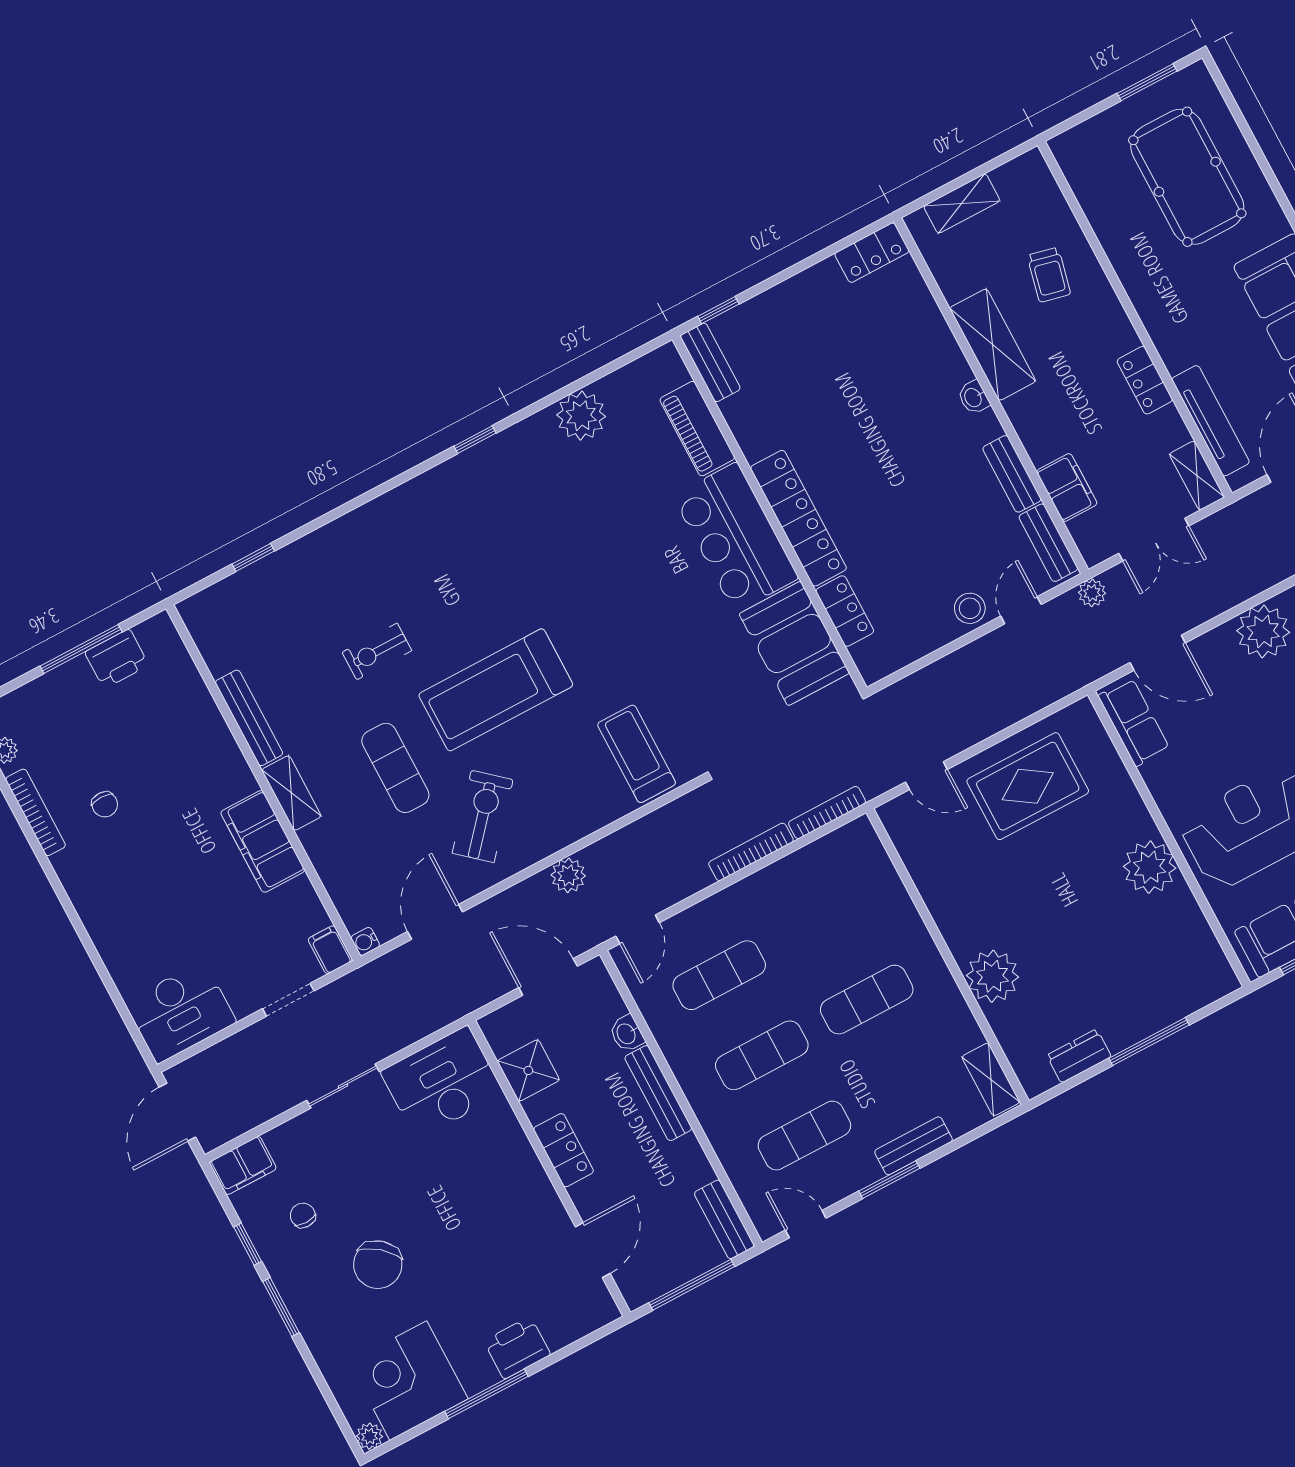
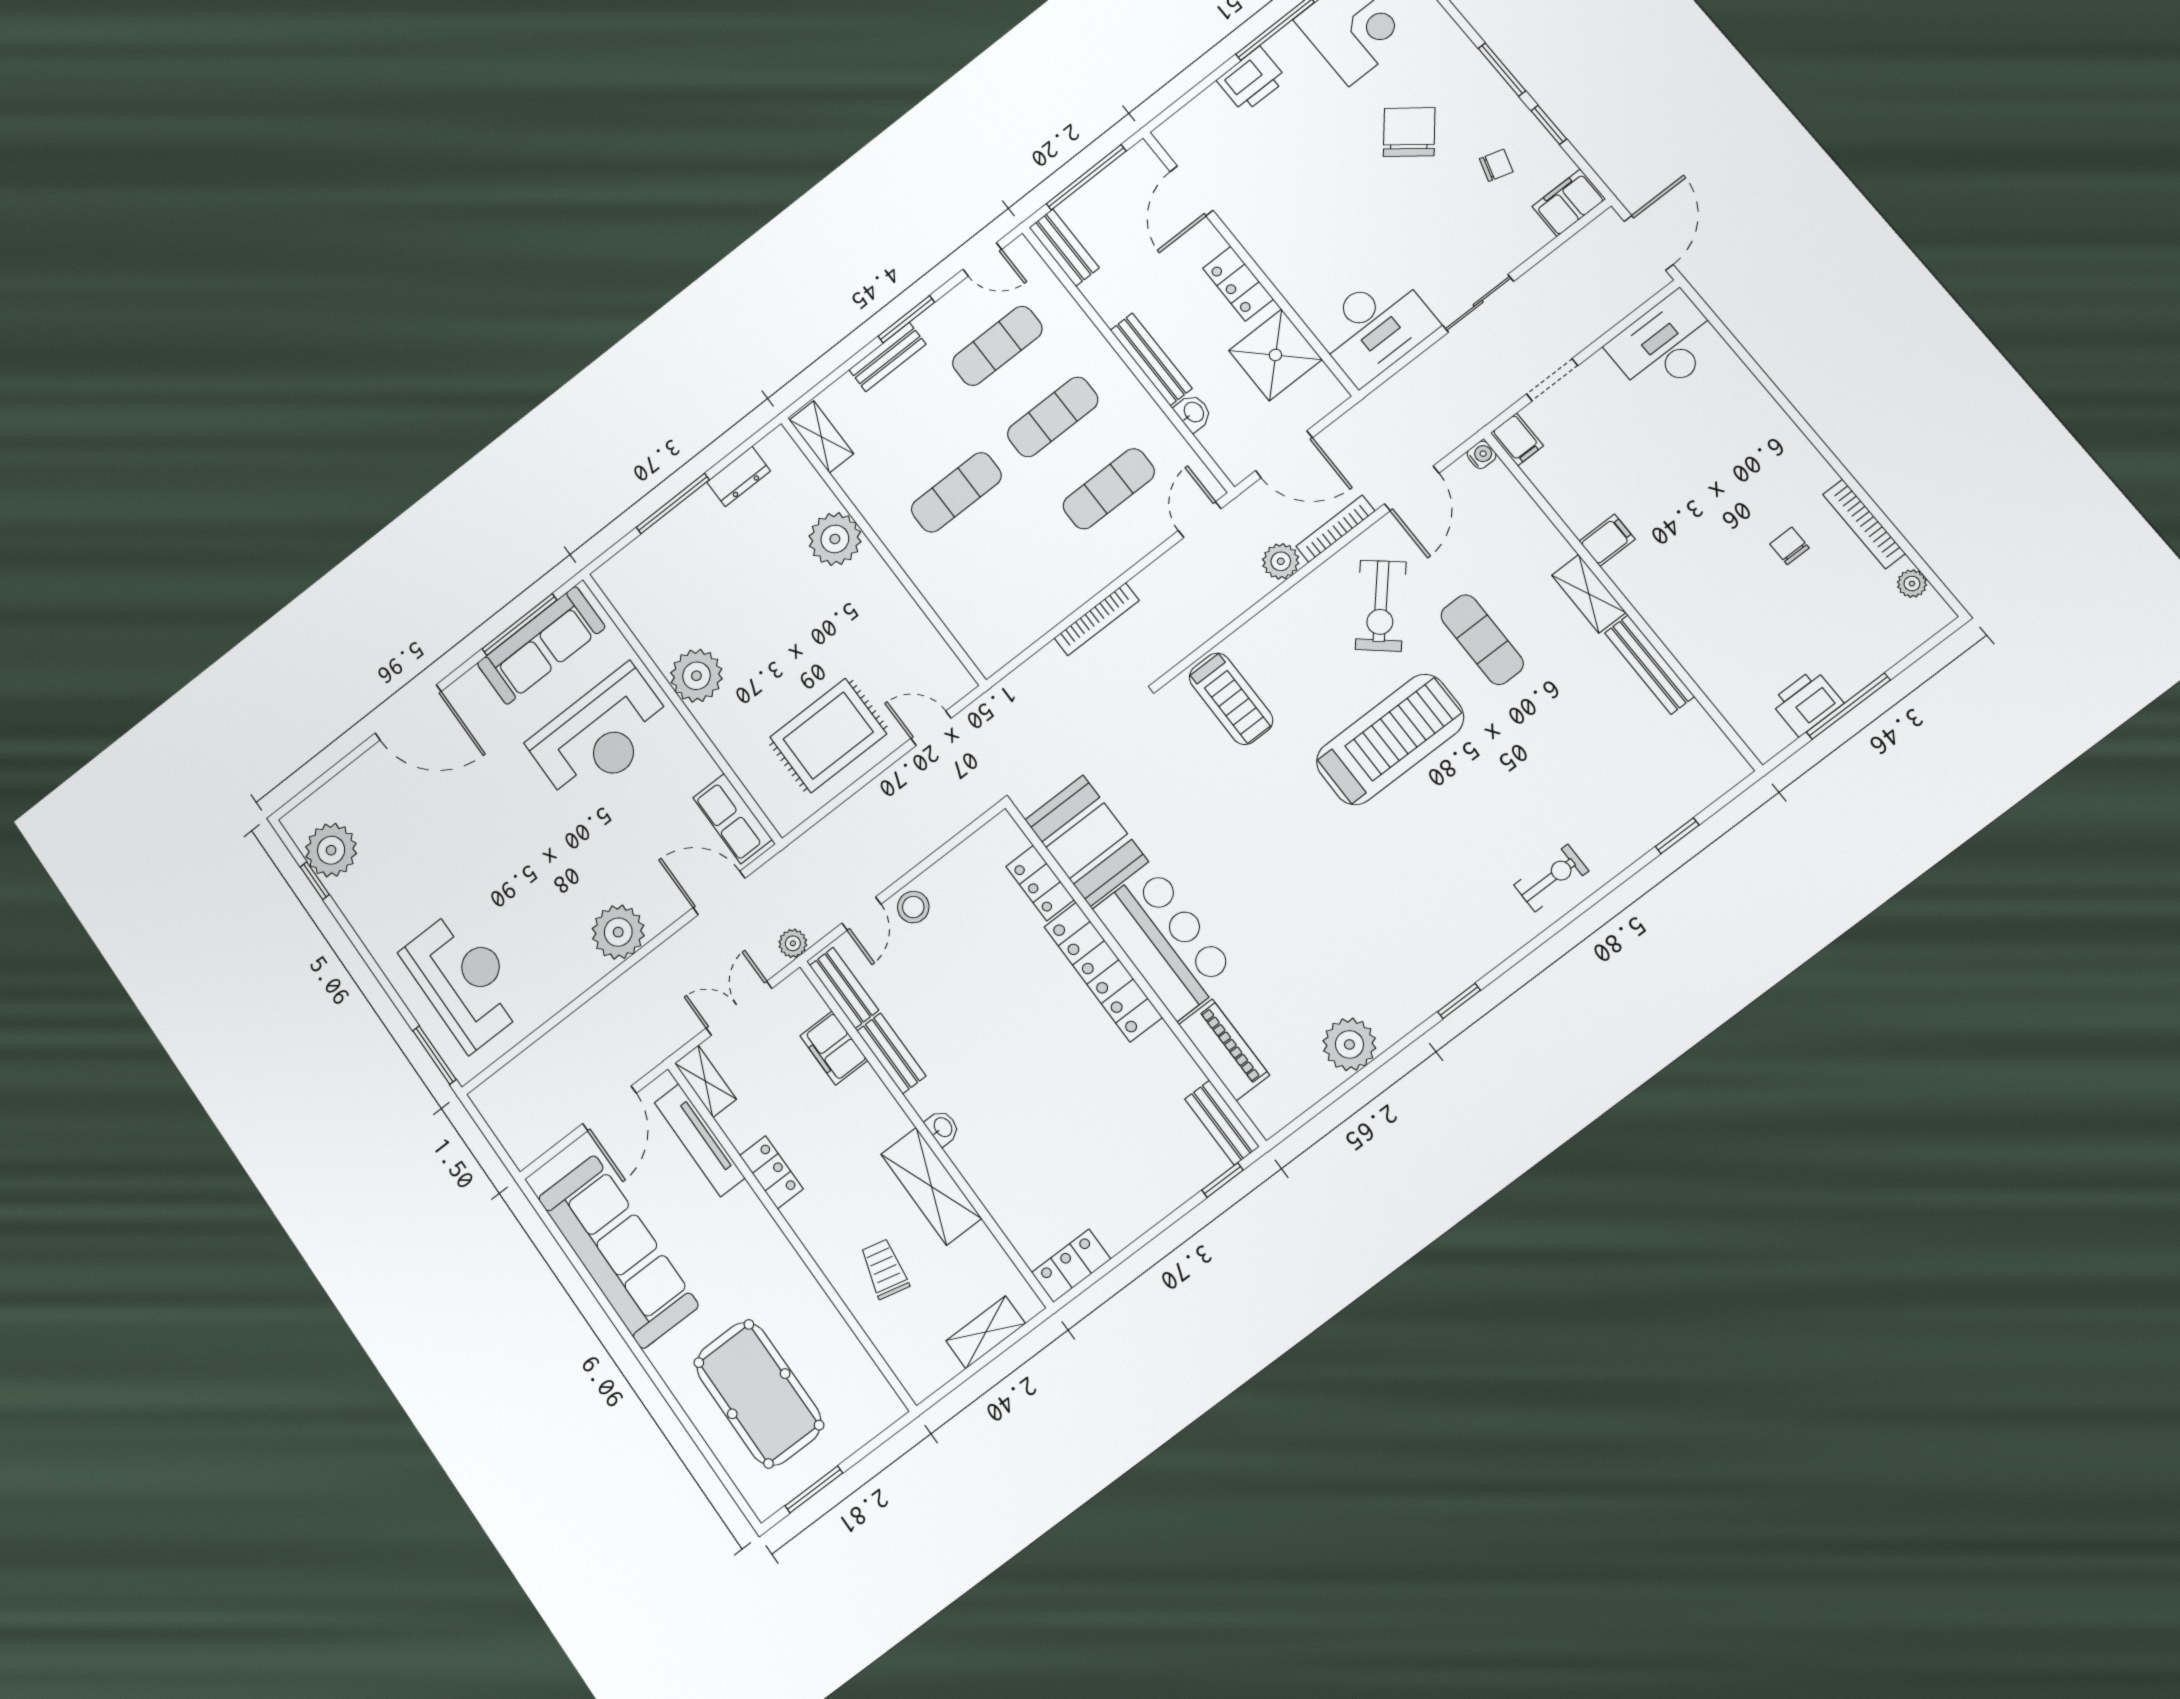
exercise bike: (377, 651) -> (1551, 878), moved
bookcase: (827, 813) -> (1335, 529), moved, turned 180
filing cabinet: (263, 841) -> (1607, 540), width x0.33, depth x0.86
shower: (528, 1070) -> (1275, 355), width x1.36, depth x1.36
chair: (303, 1215) -> (1496, 165), turned -73

